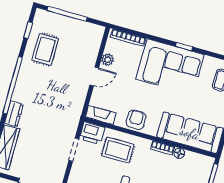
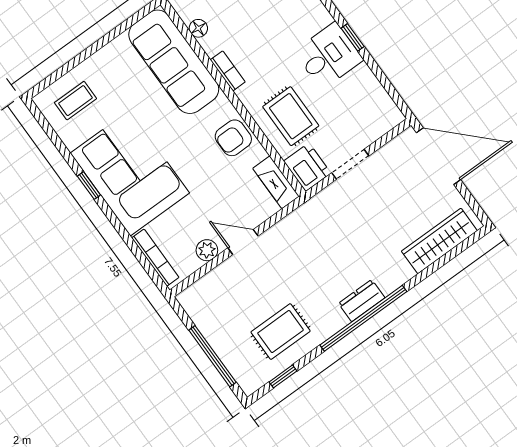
dresser: (14, 114) -> (362, 301), moved
floor lamp: (179, 153) -> (198, 28), moved

